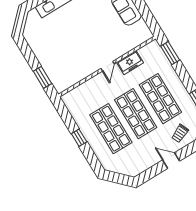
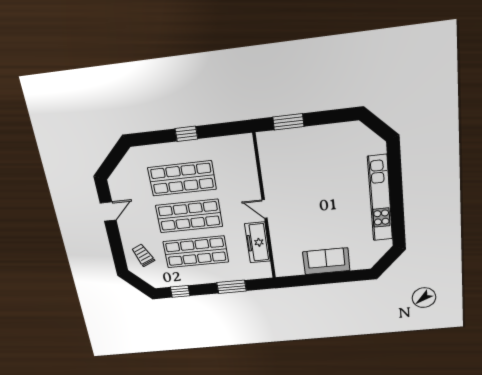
window: (170, 53) -> (232, 287), moved
freezer: (130, 63) -> (258, 242), width x1.40
door: (171, 161) -> (108, 212), moved

